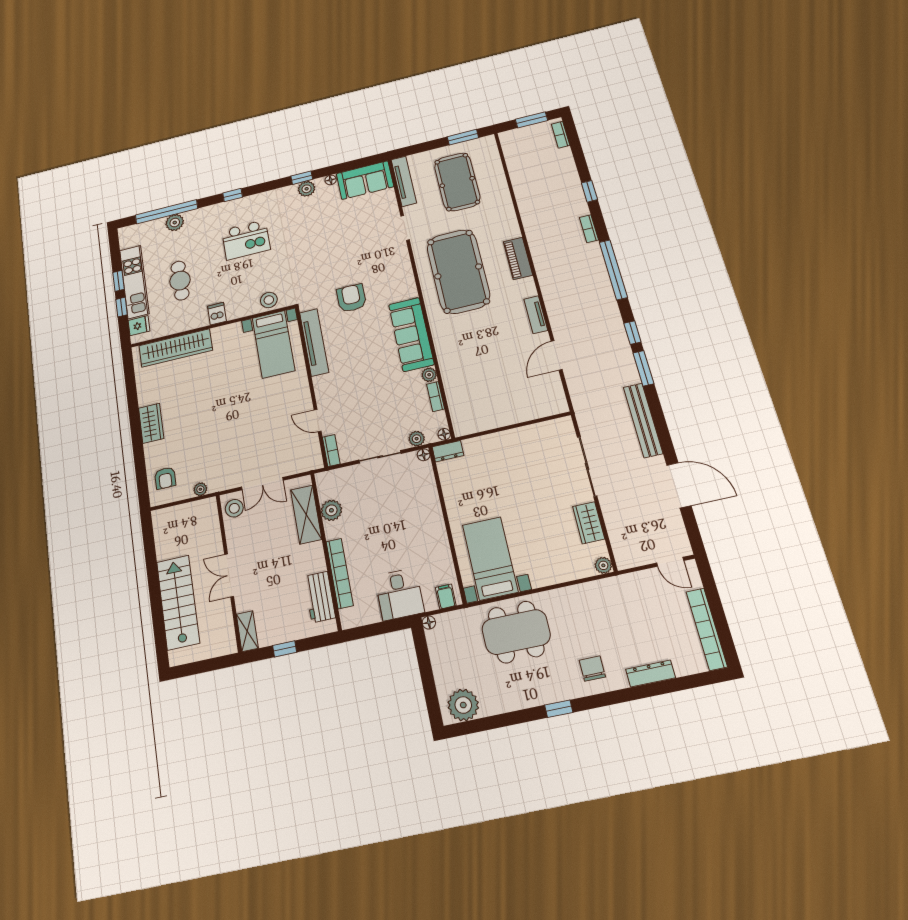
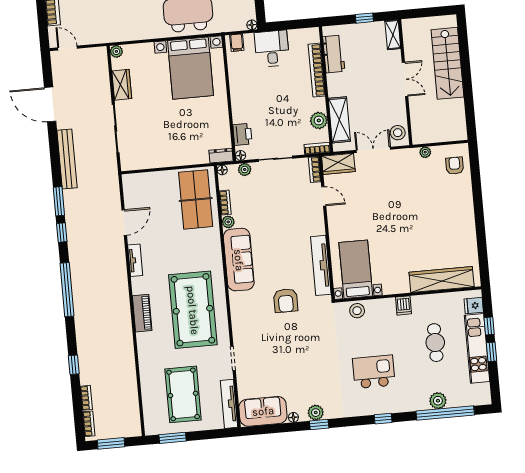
bookcase: (589, 229) -> (86, 398), moved
table tennis table: (472, 395) -> (196, 199), added
wardrobe: (151, 423) -> (338, 164), moved, turned -90
bookcase: (330, 476) -> (317, 148), added
printer: (424, 481) -> (242, 134), added
bed with nightstands: (490, 558) -> (191, 68), width x1.36

